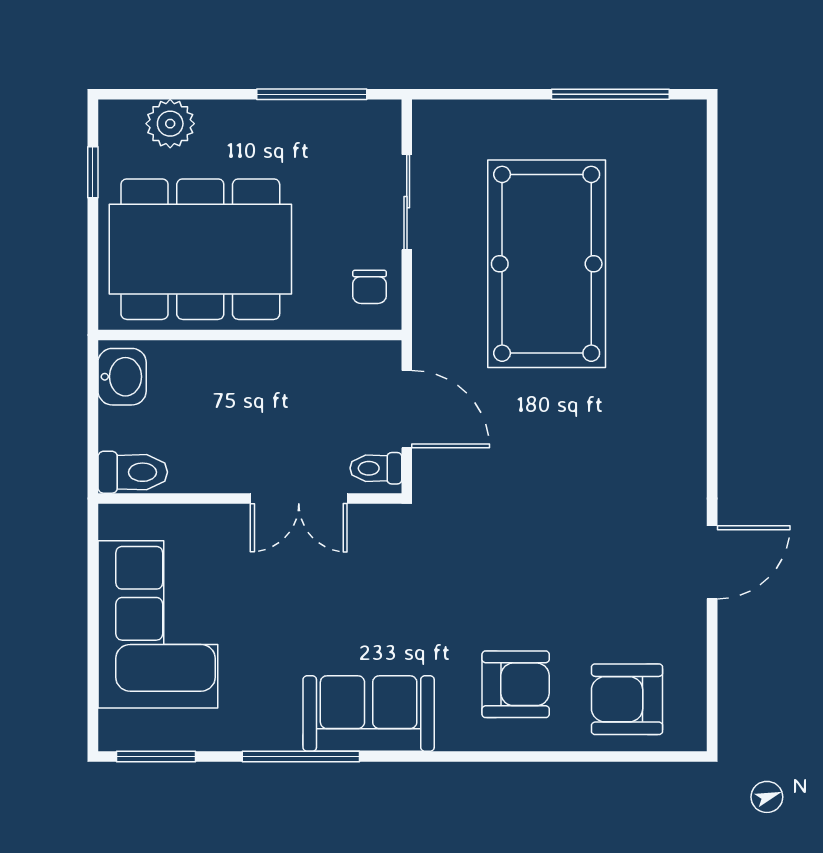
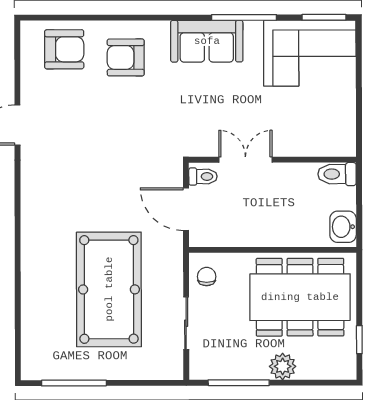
plant: (170, 124) -> (283, 366), moved
corner sofa: (158, 624) -> (310, 53), moved, turned -90

